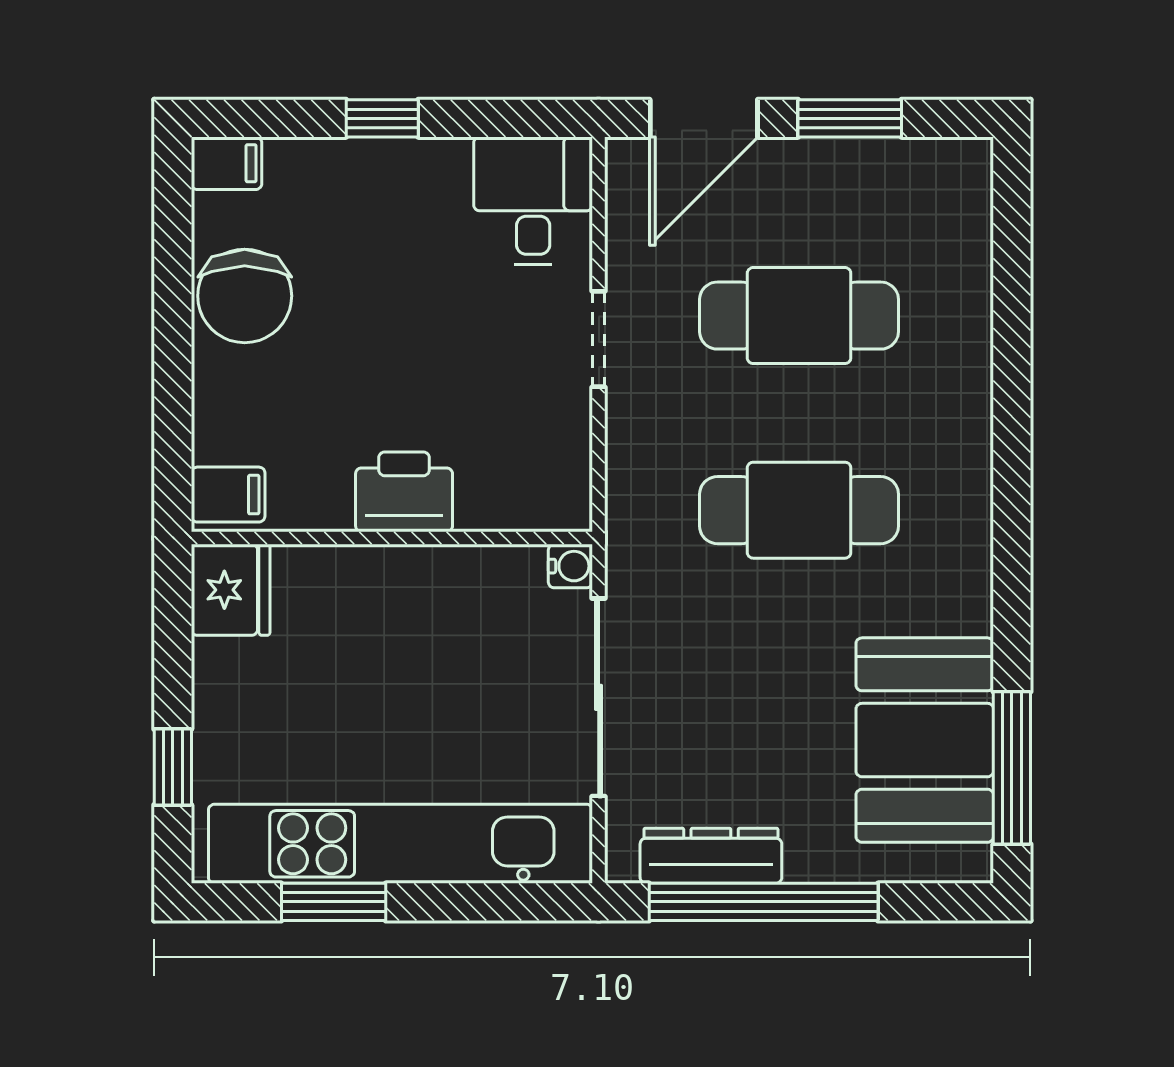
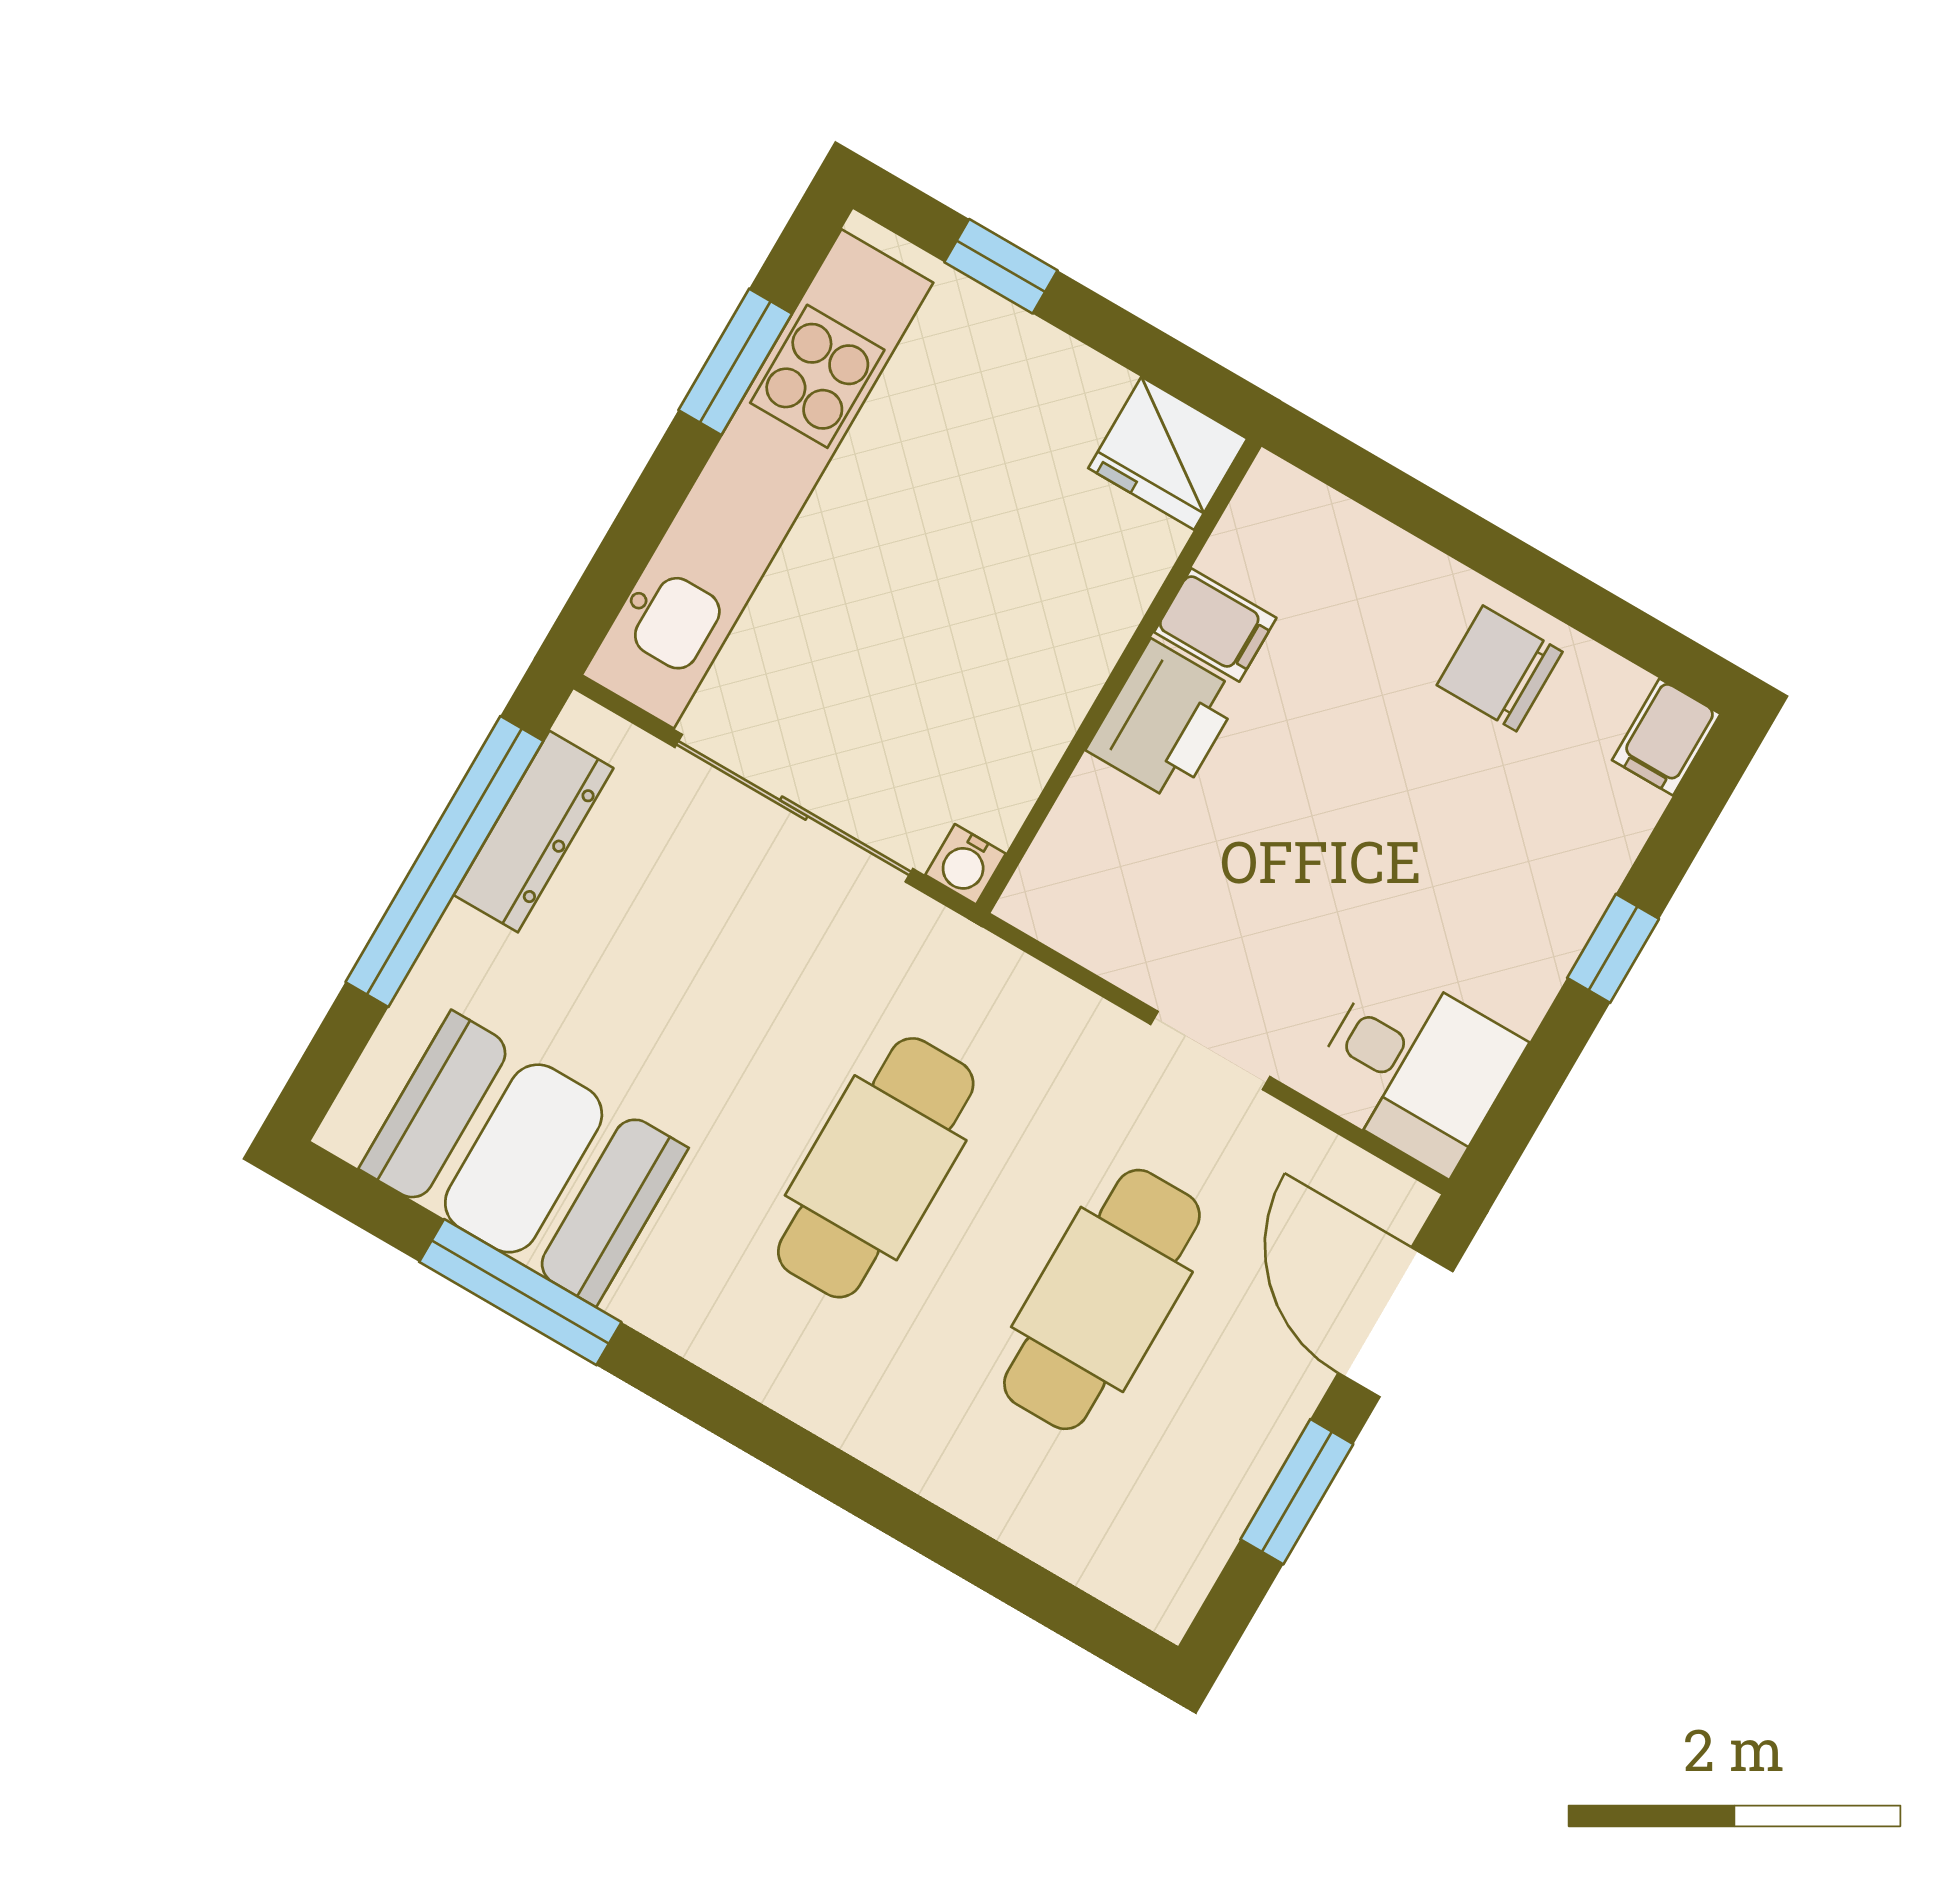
chair: (245, 296) -> (1500, 668), width x0.73, depth x0.73
filing cabinet: (228, 495) -> (1215, 625), moved, turned -90
window: (1012, 768) -> (520, 1292), moved

